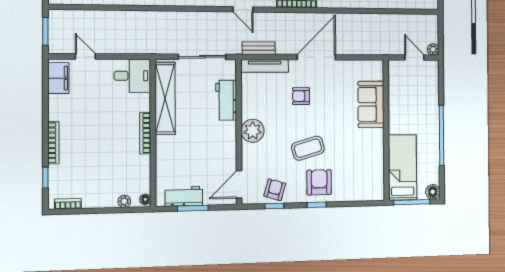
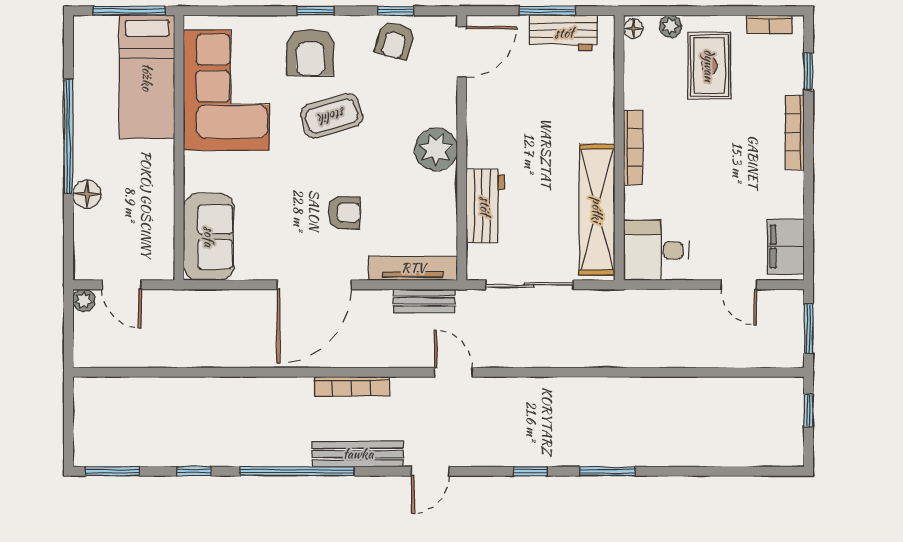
sofa: (371, 104) -> (209, 237), moved
corner sofa: (362, 161) -> (226, 90), added
rug: (102, 180) -> (709, 66), added
floor lamp: (433, 192) -> (87, 194), moved

